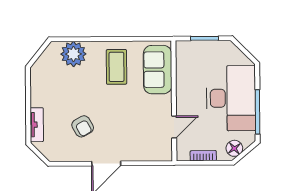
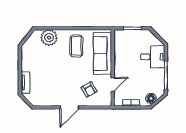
sofa: (158, 70) -> (103, 54), width x1.36
desk: (231, 98) -> (153, 57), width x0.53, depth x0.77
armchair: (83, 126) -> (89, 89), moved

